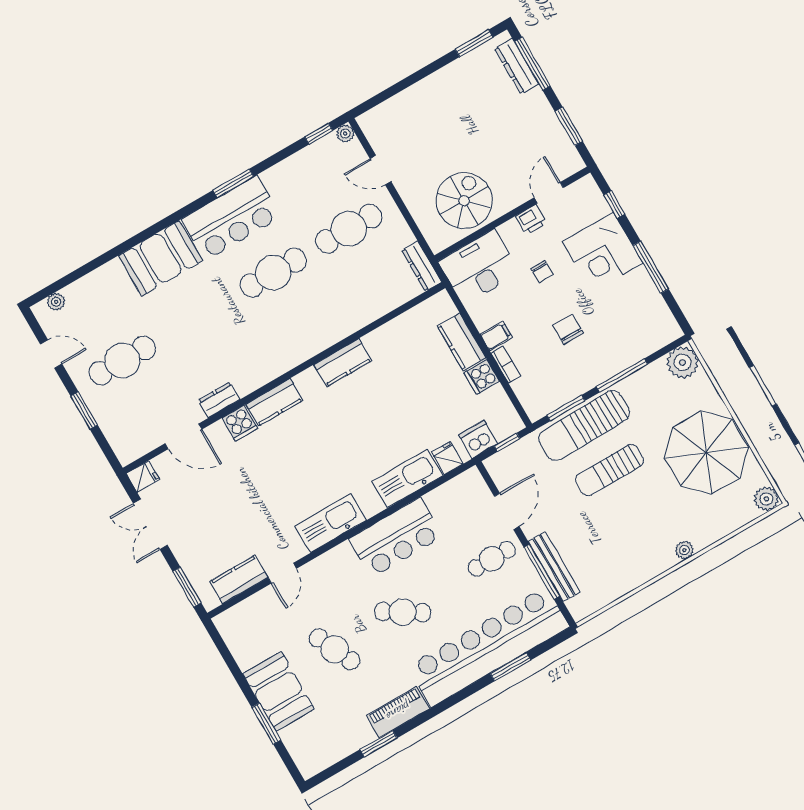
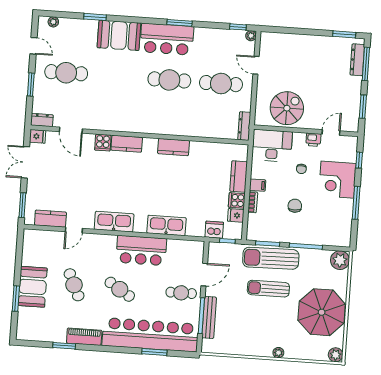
window: (110, 255) -> (95, 17), added
dresser: (219, 400) -> (42, 120), moved
fridge: (447, 458) -> (236, 215), moved, turned -90

